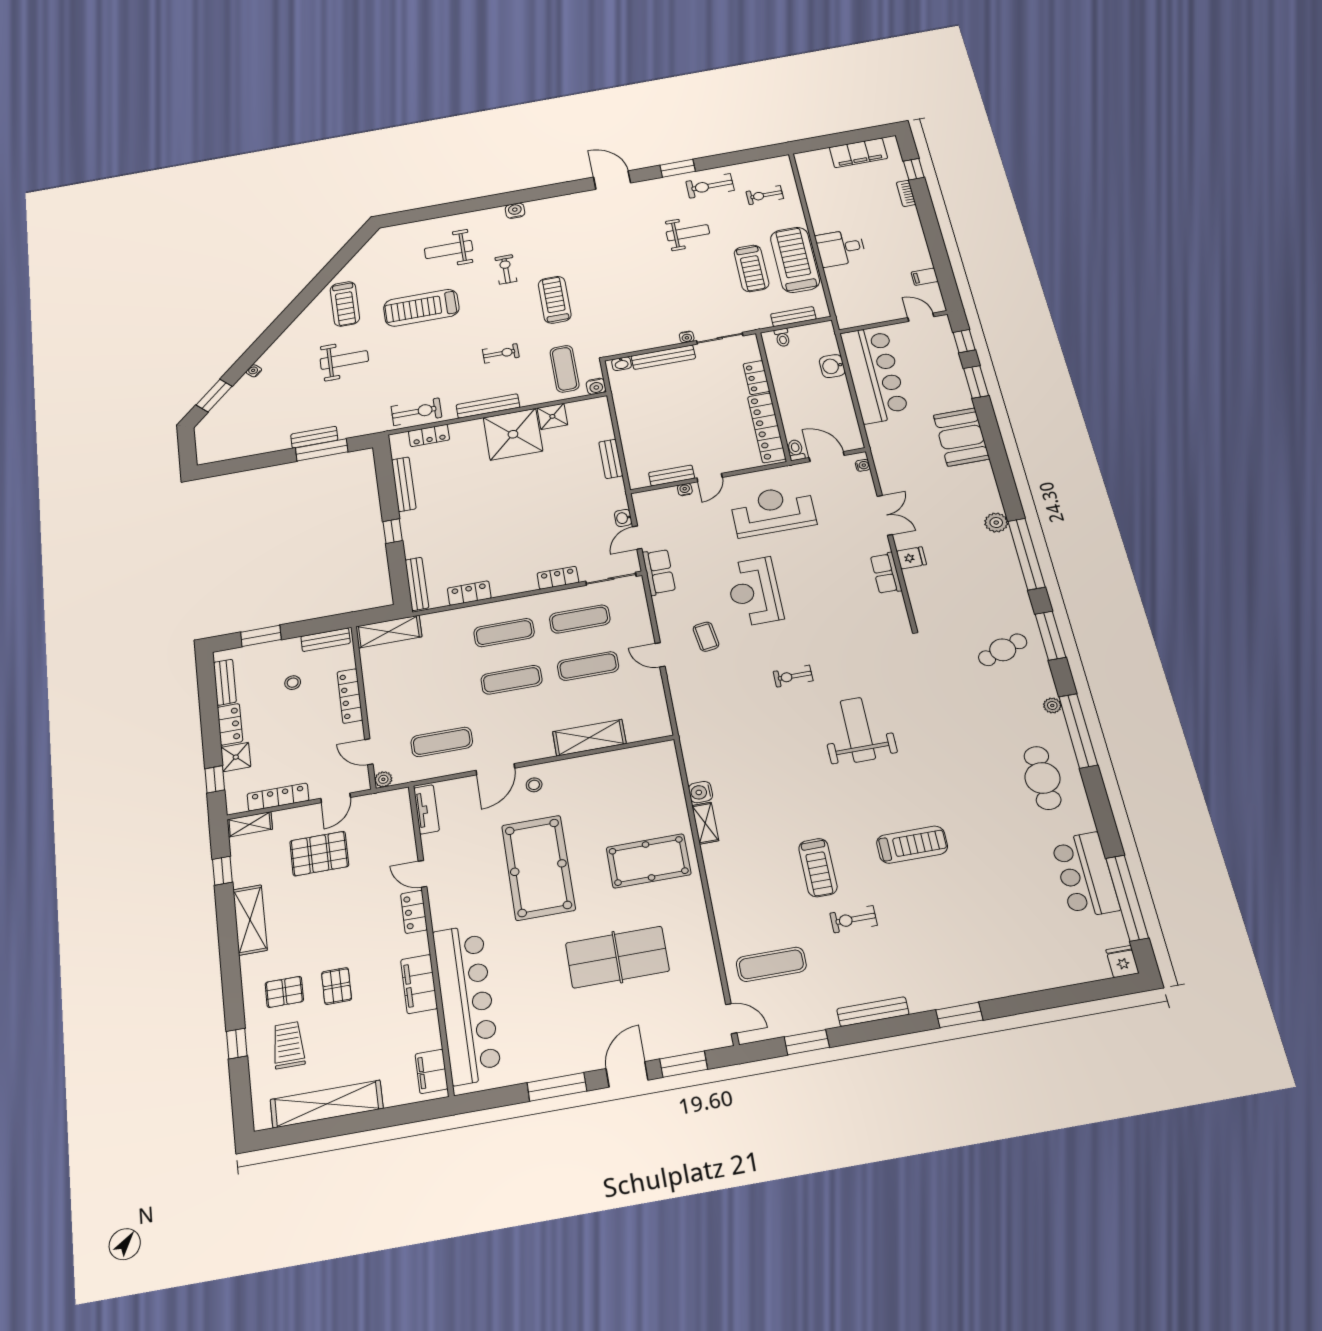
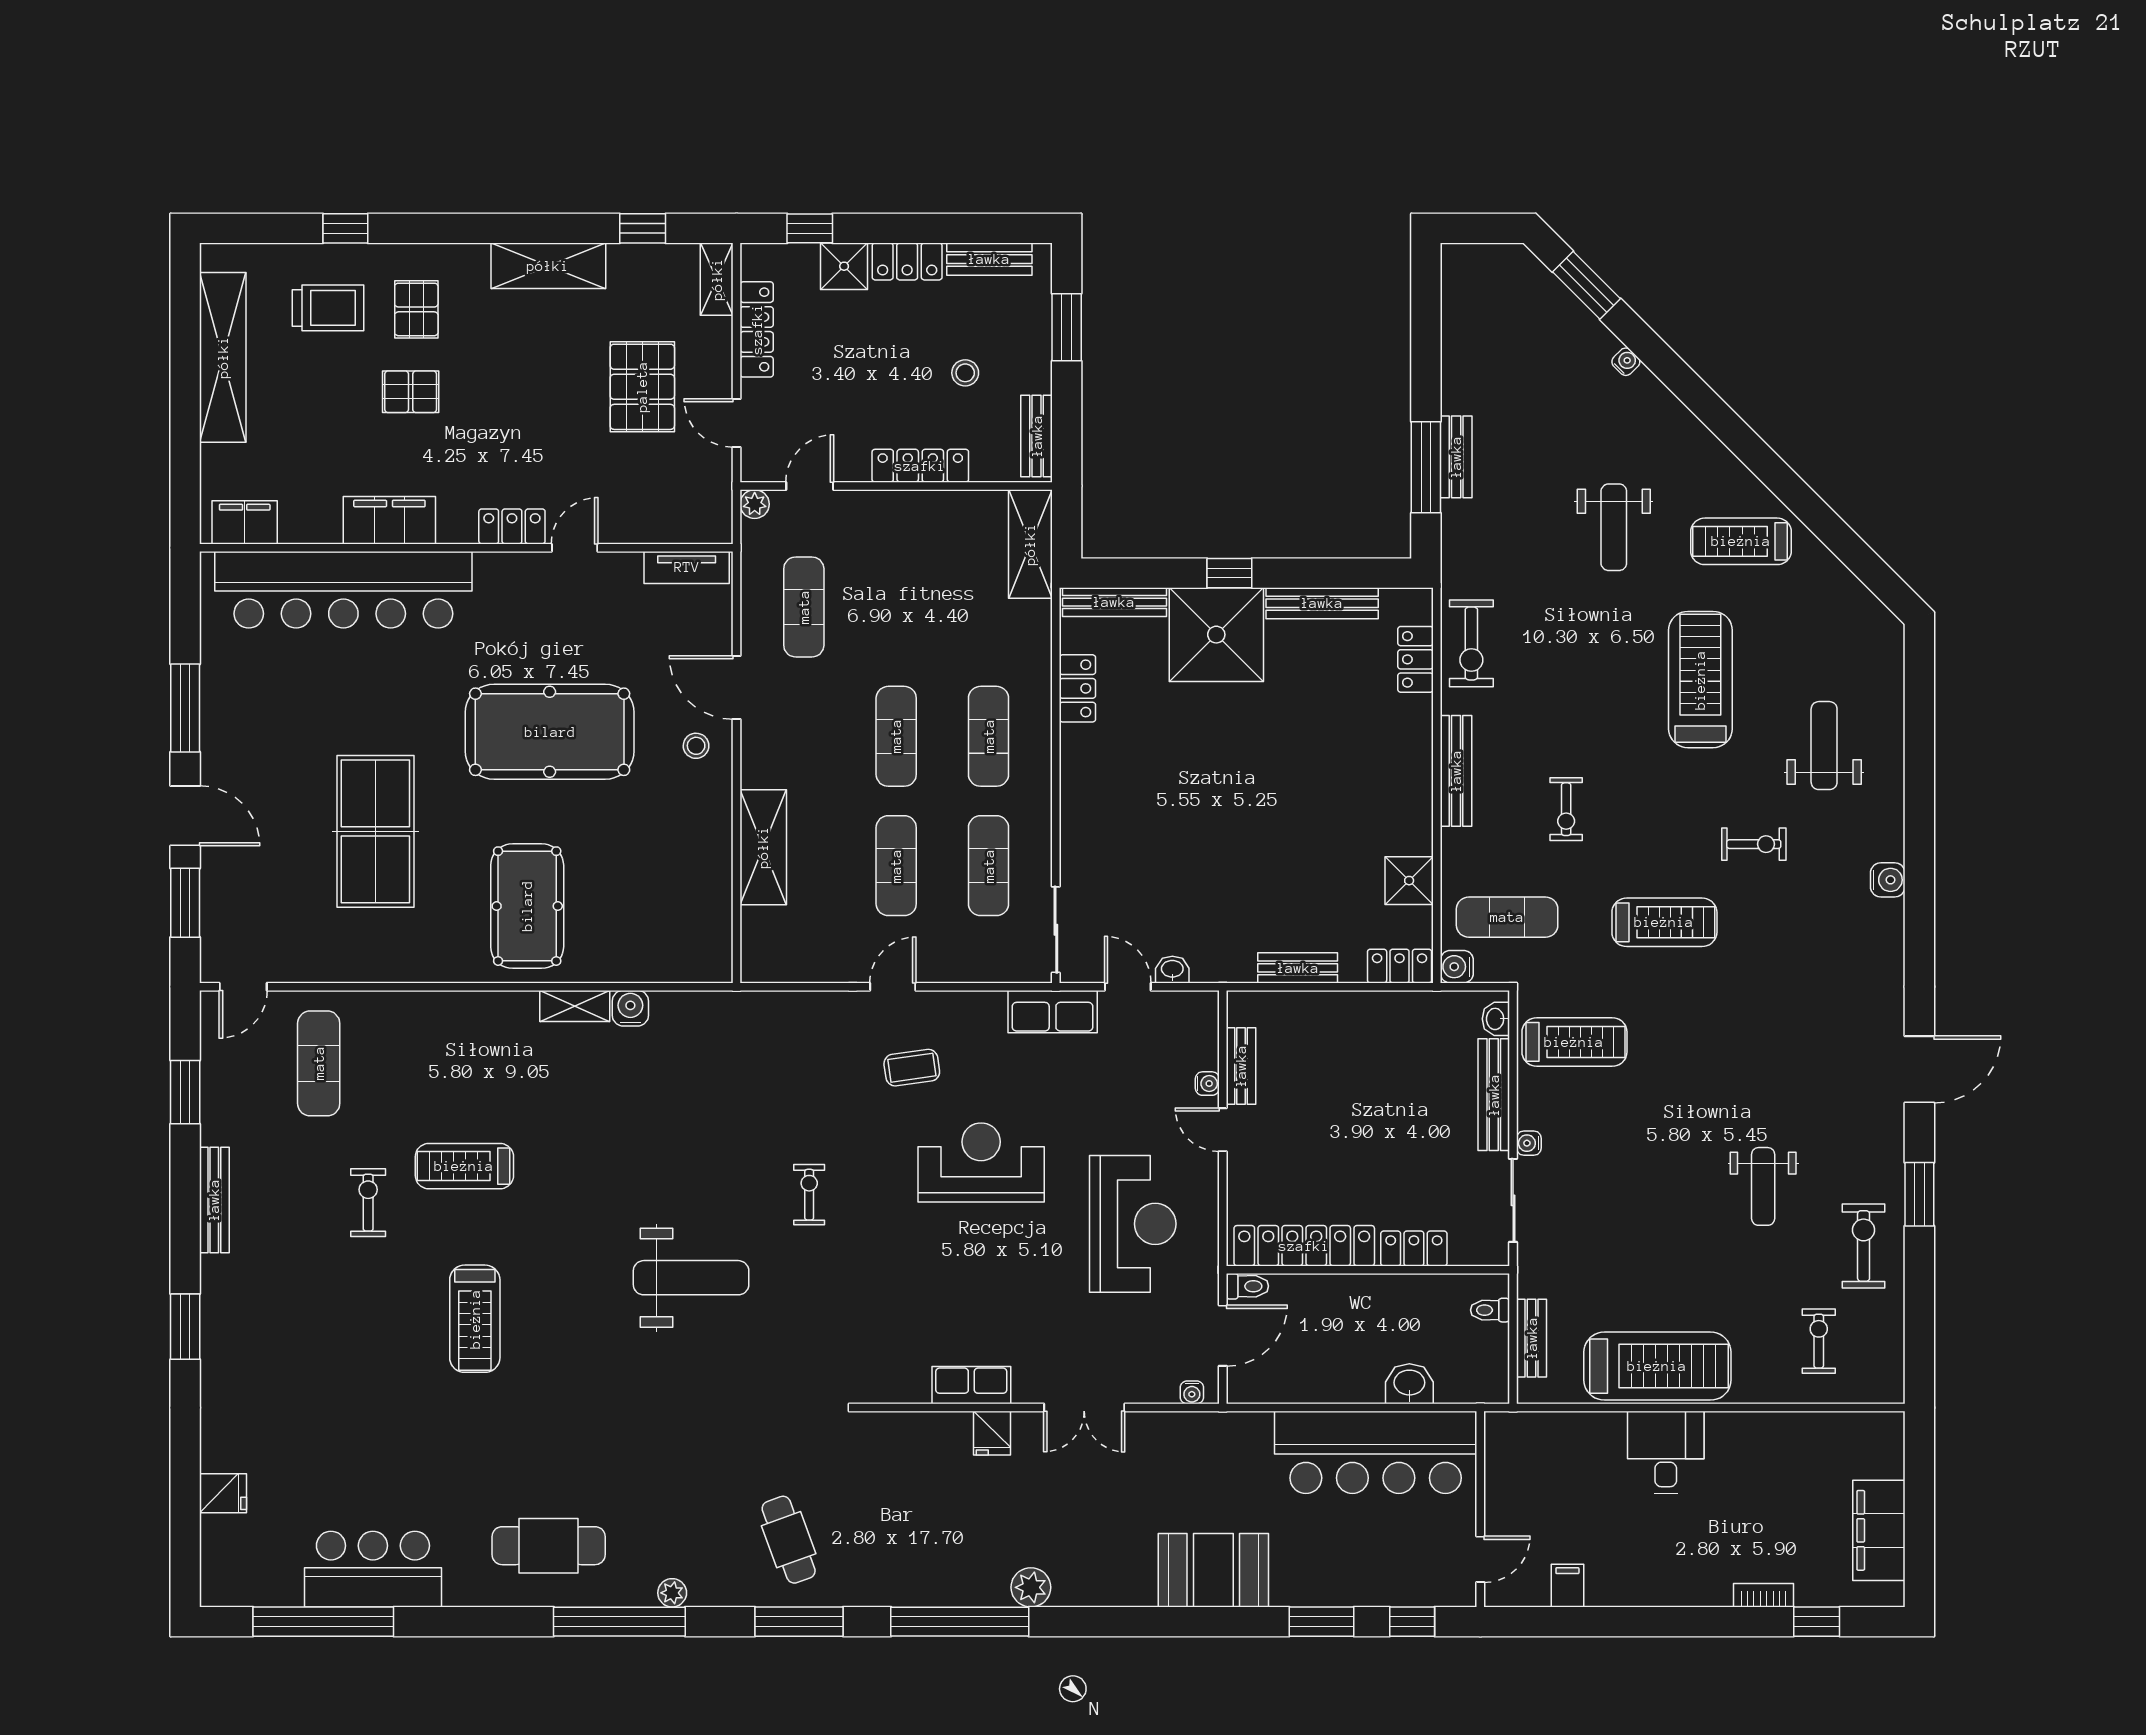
treadmill: (752, 268) -> (1574, 1042), moved, turned 180
shower: (513, 434) -> (1216, 635), moved
locker: (558, 578) -> (1400, 966), moved, turned -90
fridge: (1122, 961) -> (223, 1493), moved

